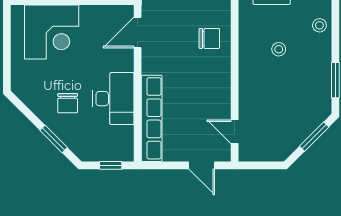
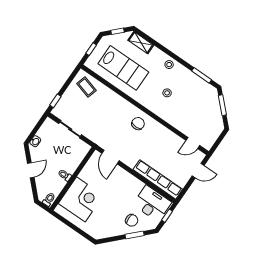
desk: (113, 99) -> (152, 203), moved
chair: (68, 103) -> (132, 220), moved

